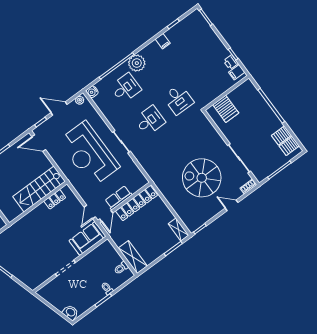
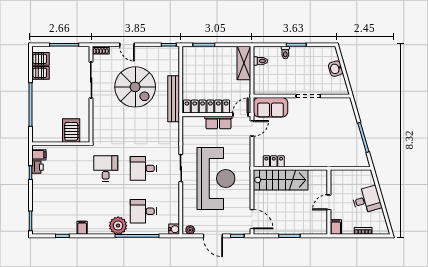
bench: (166, 190) -> (174, 99), added
shelving: (178, 229) -> (187, 58), removed
washbasin: (70, 312) -> (336, 69), moved

